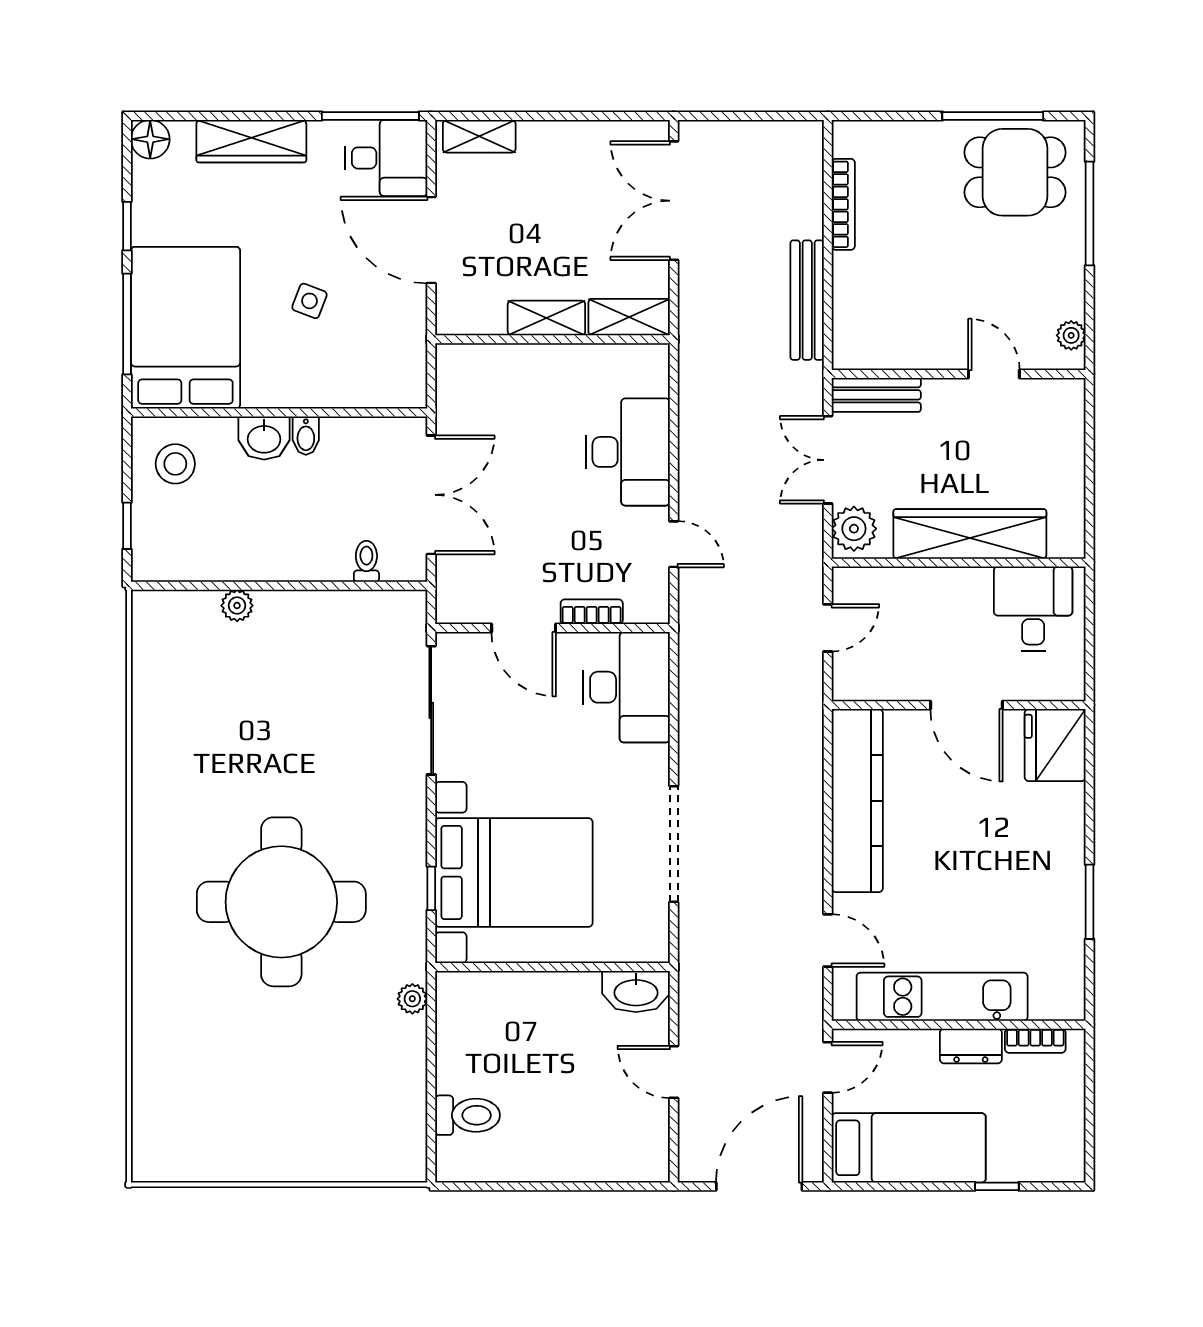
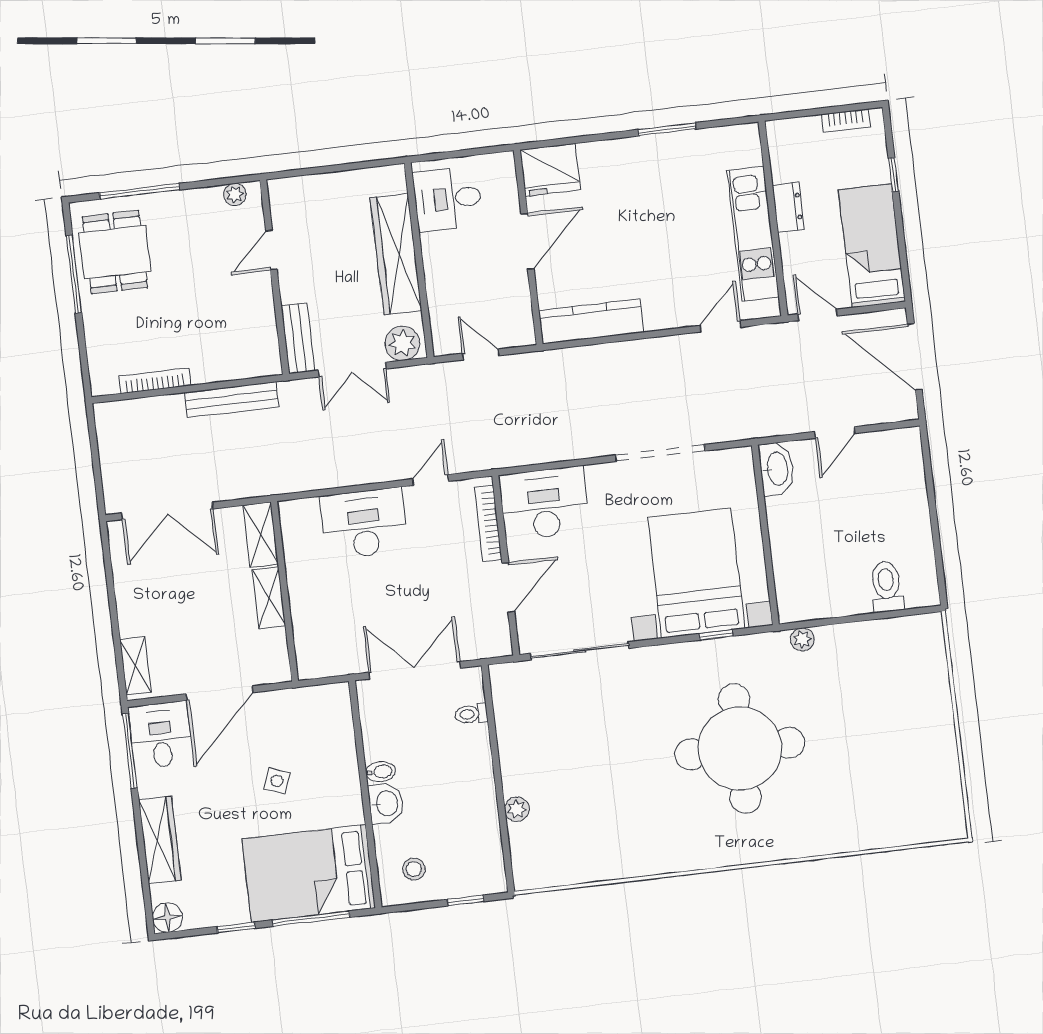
stool: (175, 464) -> (414, 869), width x0.73, depth x0.73
bookcase: (592, 612) -> (488, 523), width x1.56
kitchen counter: (857, 801) -> (591, 321), width x0.72, depth x0.86
bookcase: (1035, 1041) -> (846, 121), moved, turned 90

